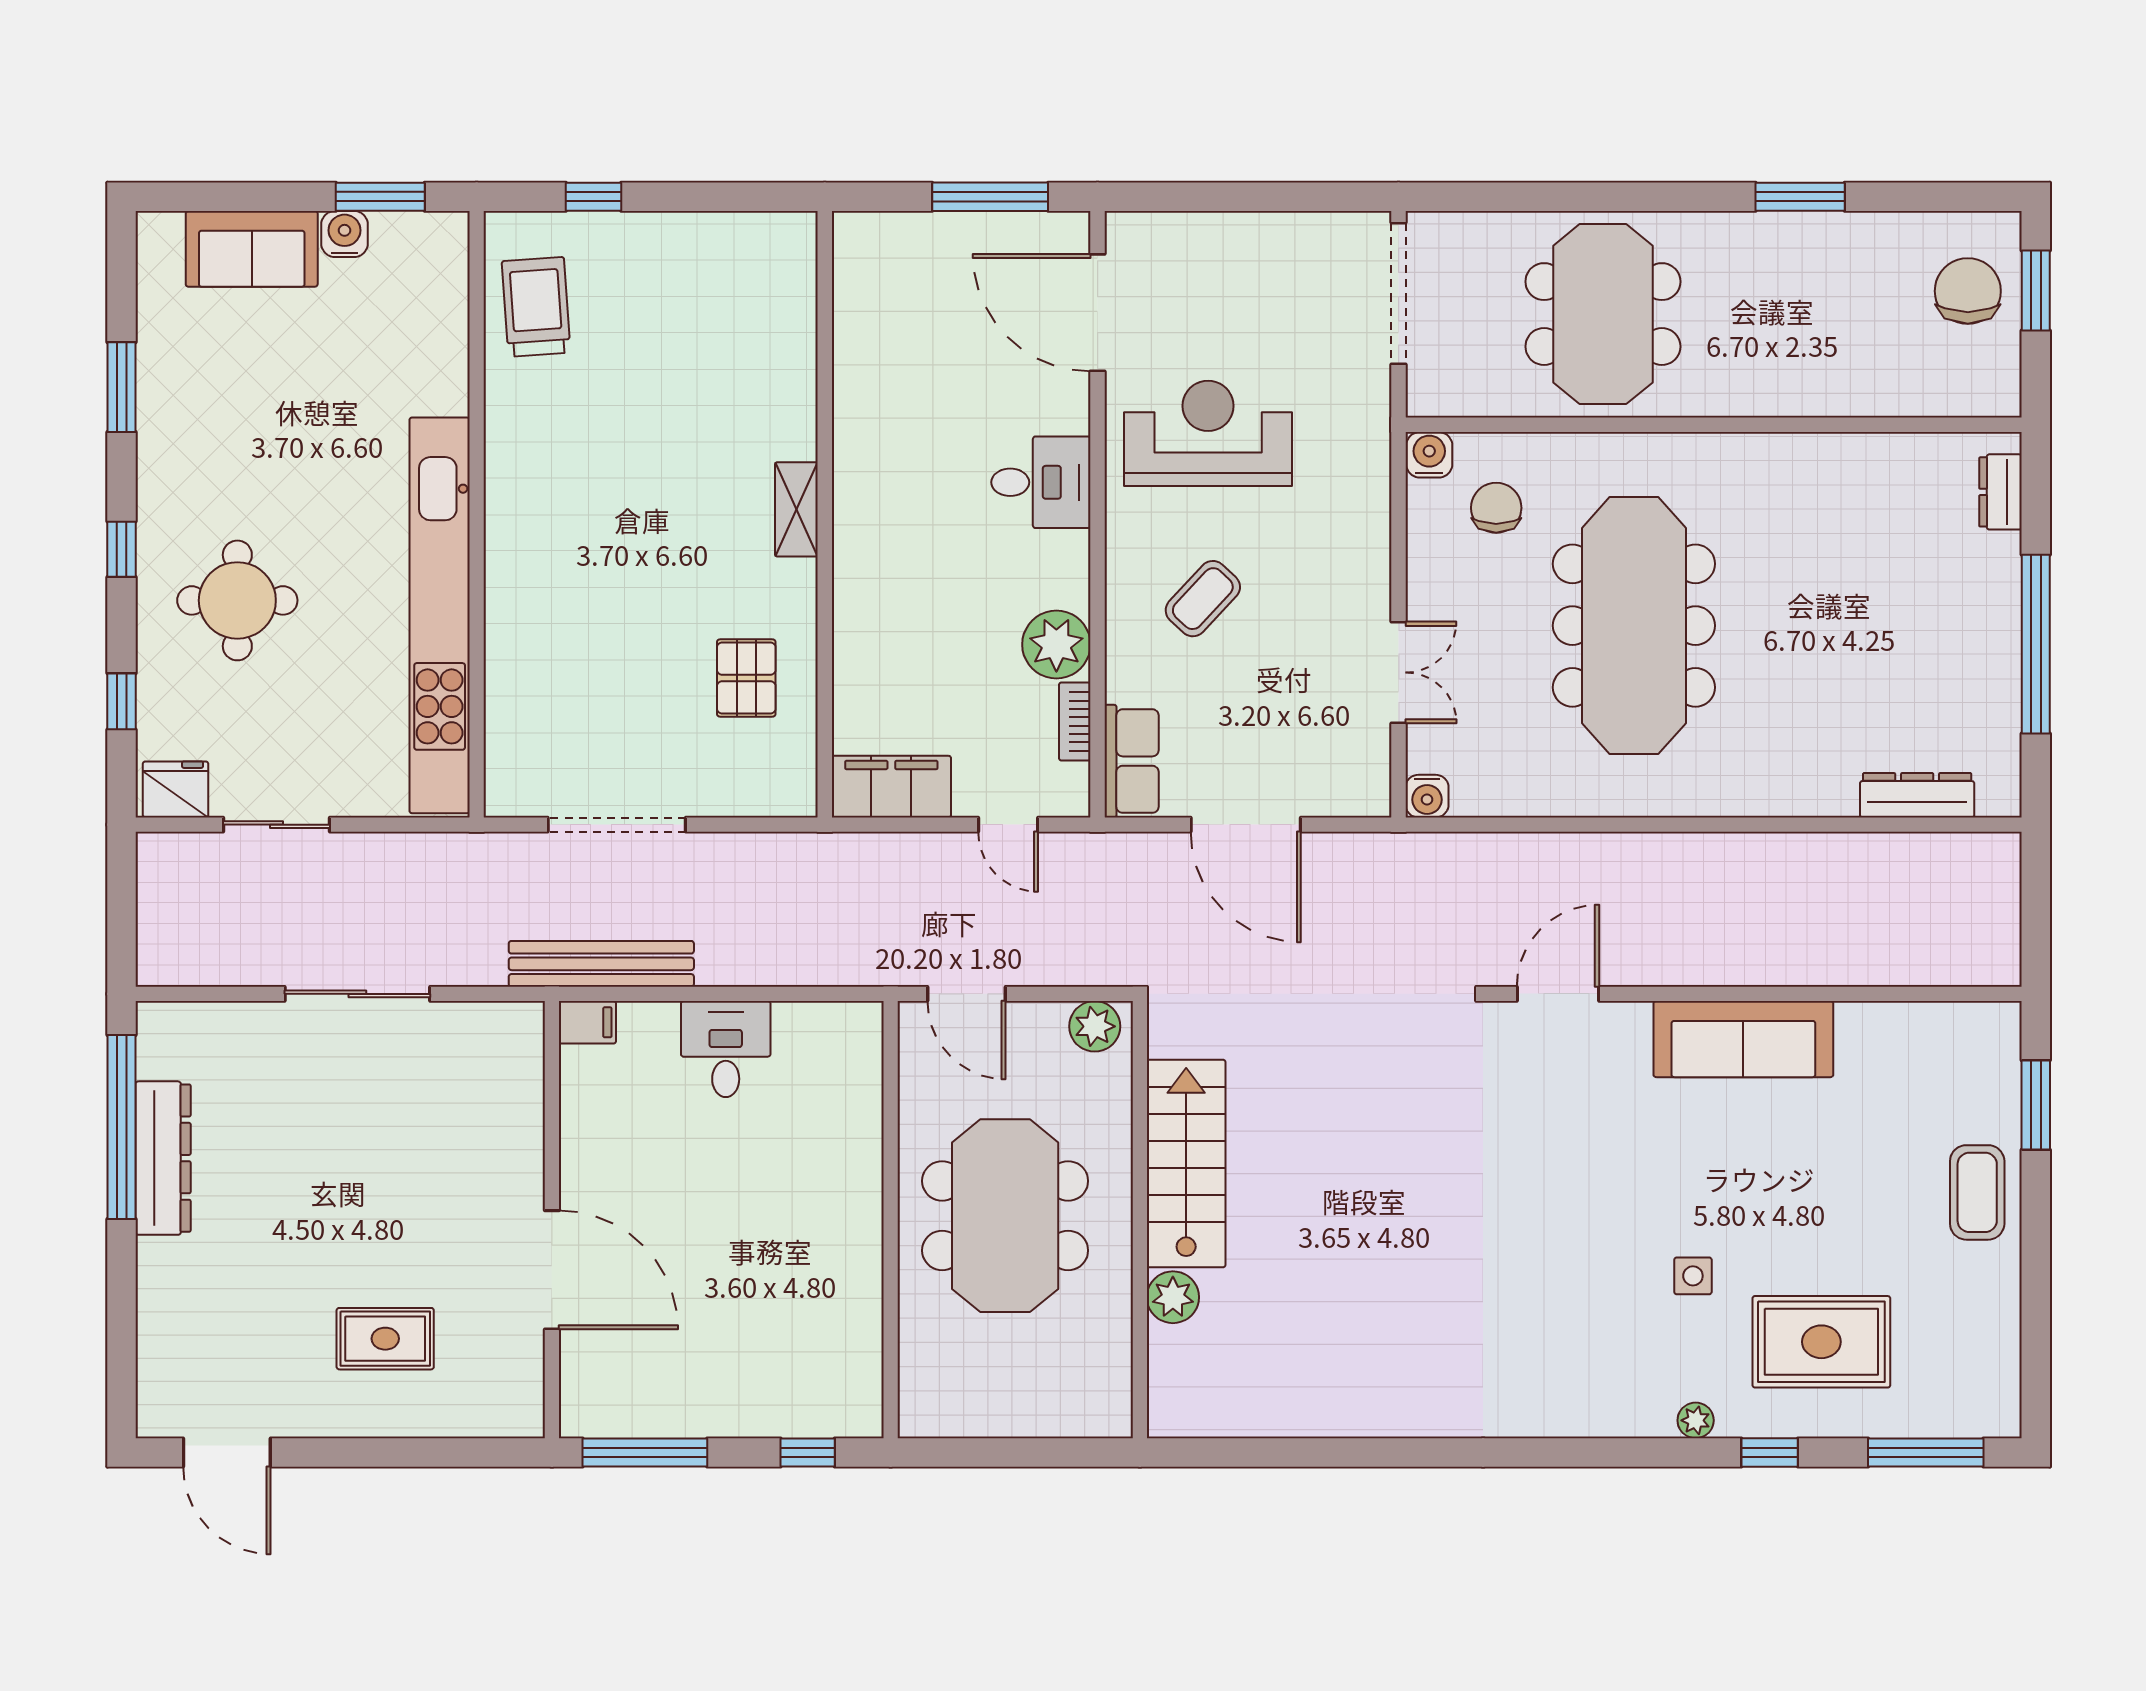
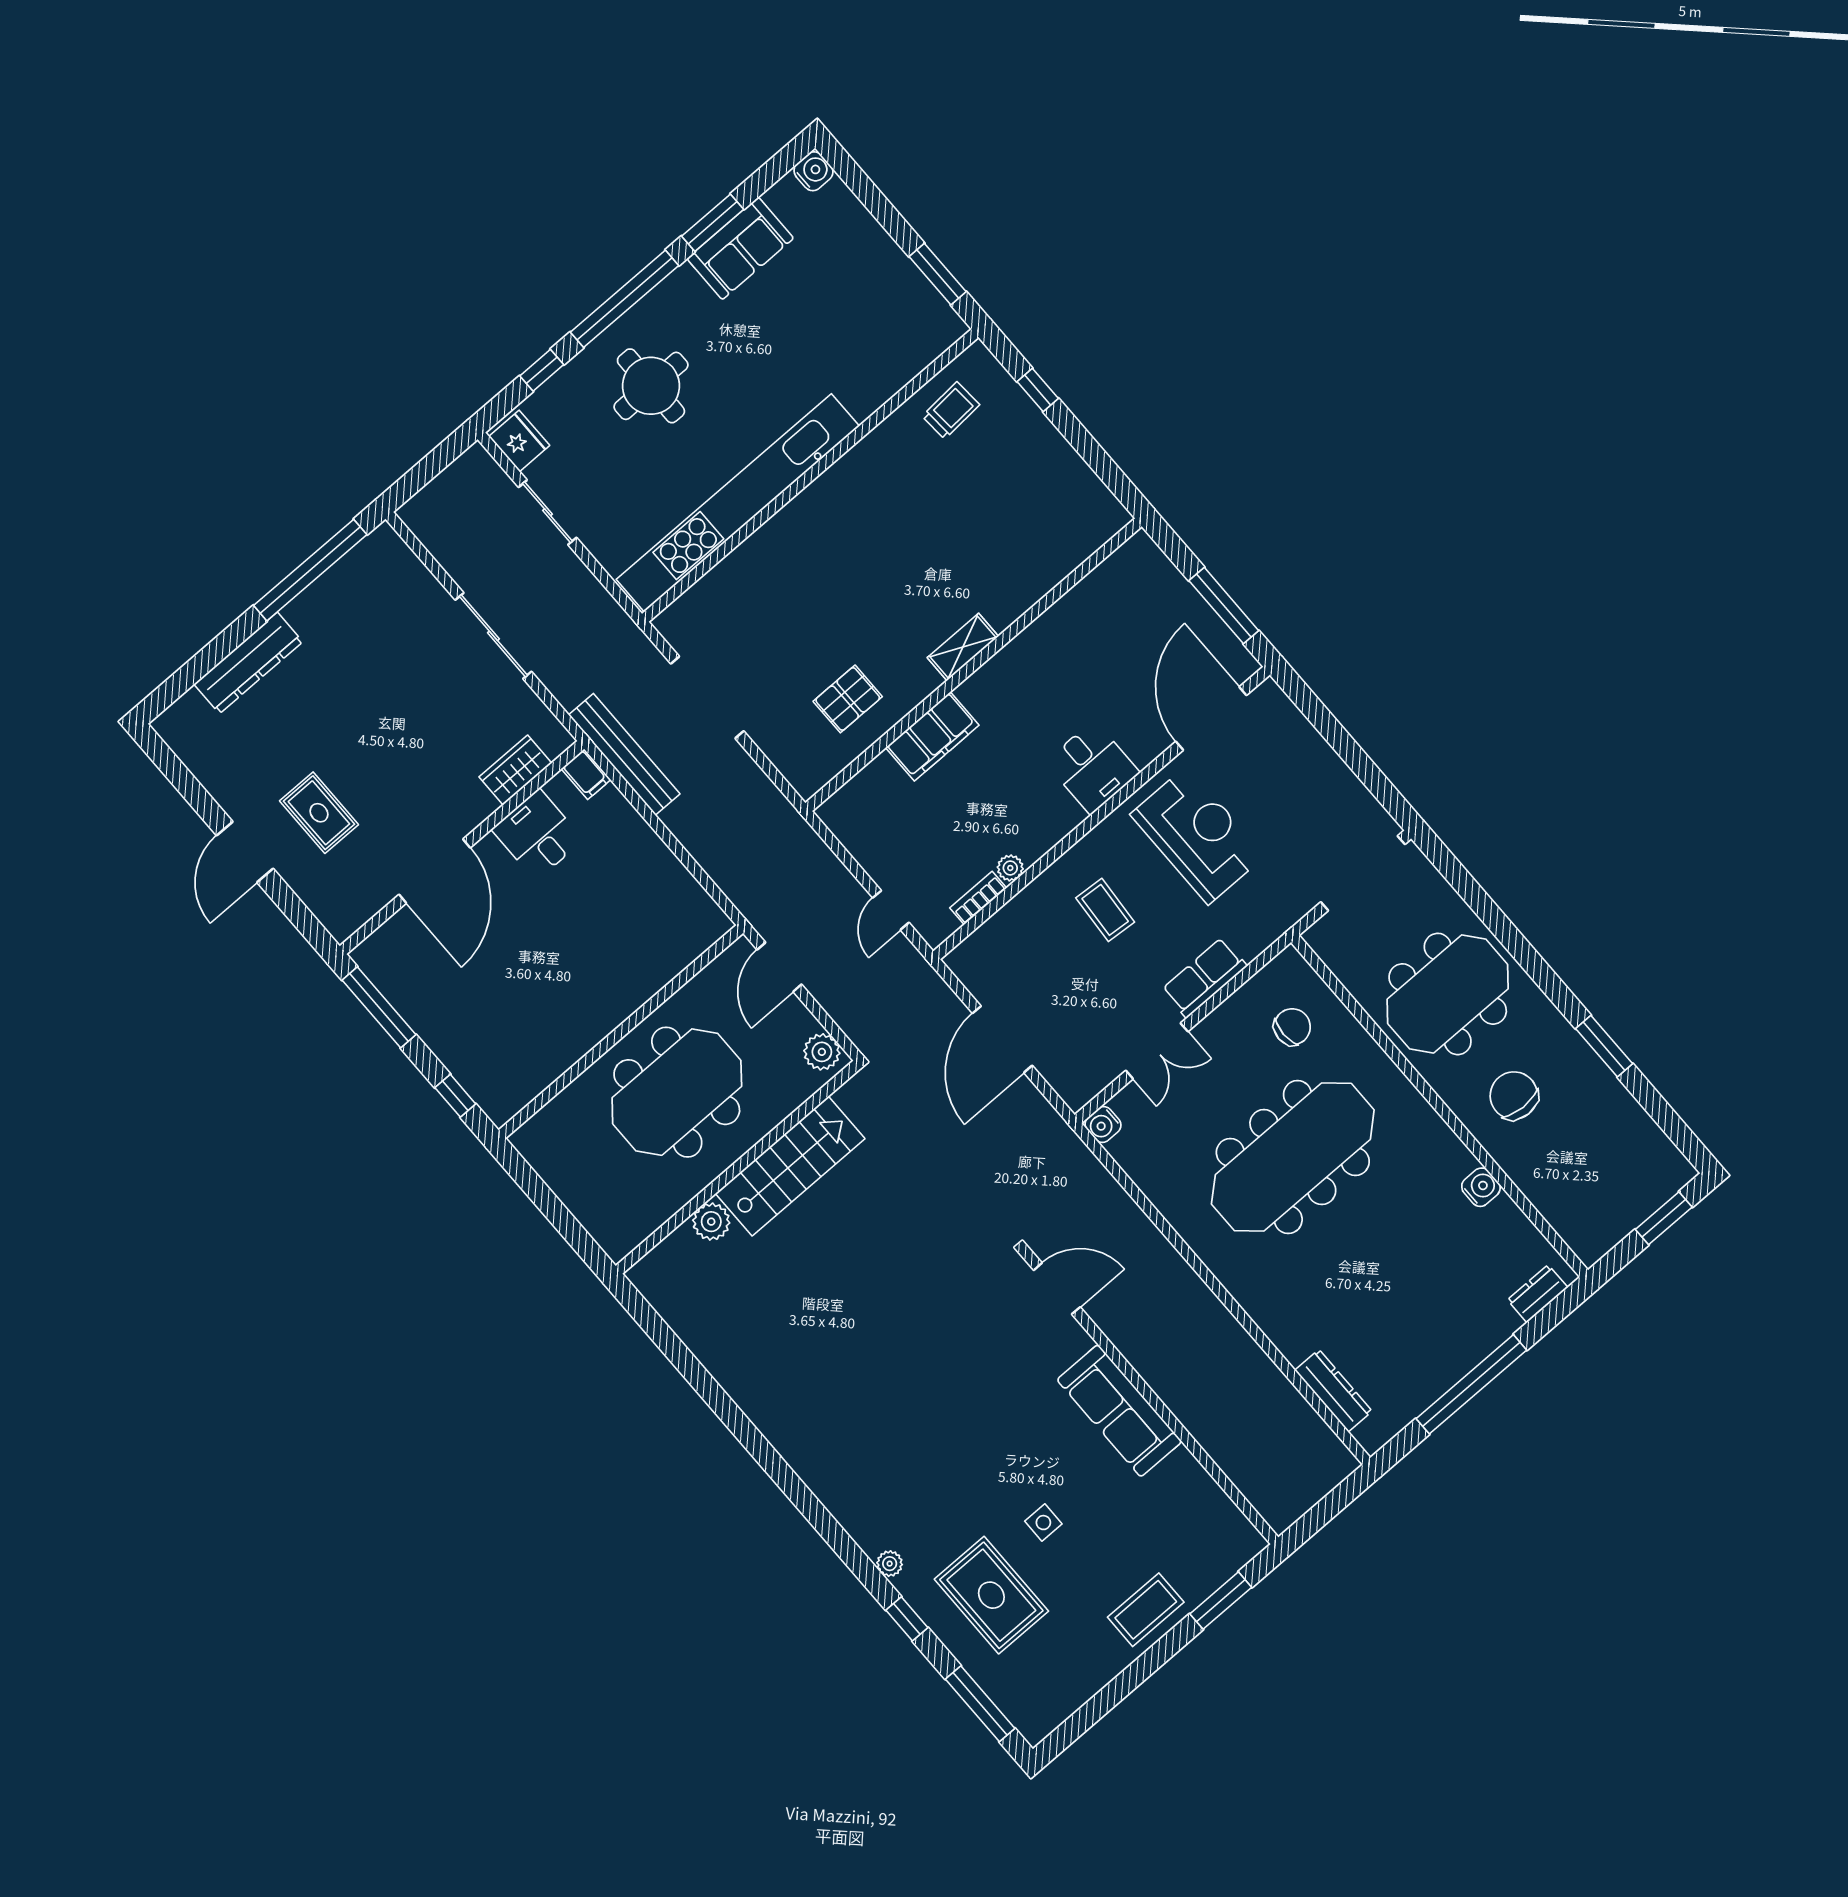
water cooler: (345, 234) -> (813, 171), moved
sofa: (252, 249) -> (740, 248), moved, turned -90
chair: (1968, 291) -> (1514, 1096), moved, turned -88
trolley: (536, 307) -> (951, 411), width x0.73, depth x0.72
water cooler: (1429, 455) -> (1481, 1187), moved
window: (122, 549) -> (624, 299), width x3.17
coffee table: (1203, 599) -> (1105, 910), turned 51
plant: (1056, 645) -> (1010, 868), width x0.53, depth x0.53
row of seats: (1132, 761) -> (1204, 978), moved, turned 180
filing cabinet: (891, 787) -> (932, 736), moved, turned 90
desk: (726, 1049) -> (538, 835), moved, turned -90
wardrobe: (519, 1093) -> (515, 770), added
dresser: (163, 1158) -> (248, 663), moved
side table: (1693, 1276) -> (1043, 1523), moved
door: (227, 1452) -> (245, 852), moved

